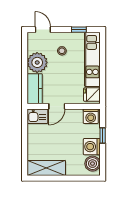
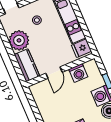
kitchen sink: (37, 116) -> (40, 89), removed
washing machine: (91, 116) -> (78, 73), moved

